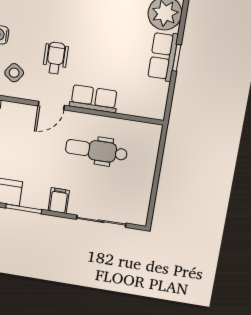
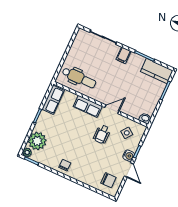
row of seats: (163, 56) -> (53, 100), moved
dental chair: (96, 150) -> (79, 78), moved

